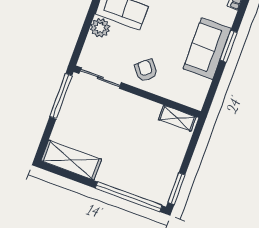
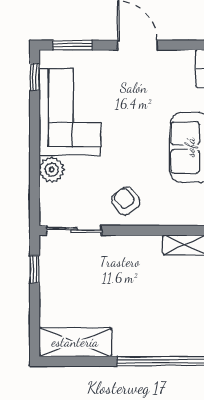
window: (61, 96) -> (35, 269), width x0.46

